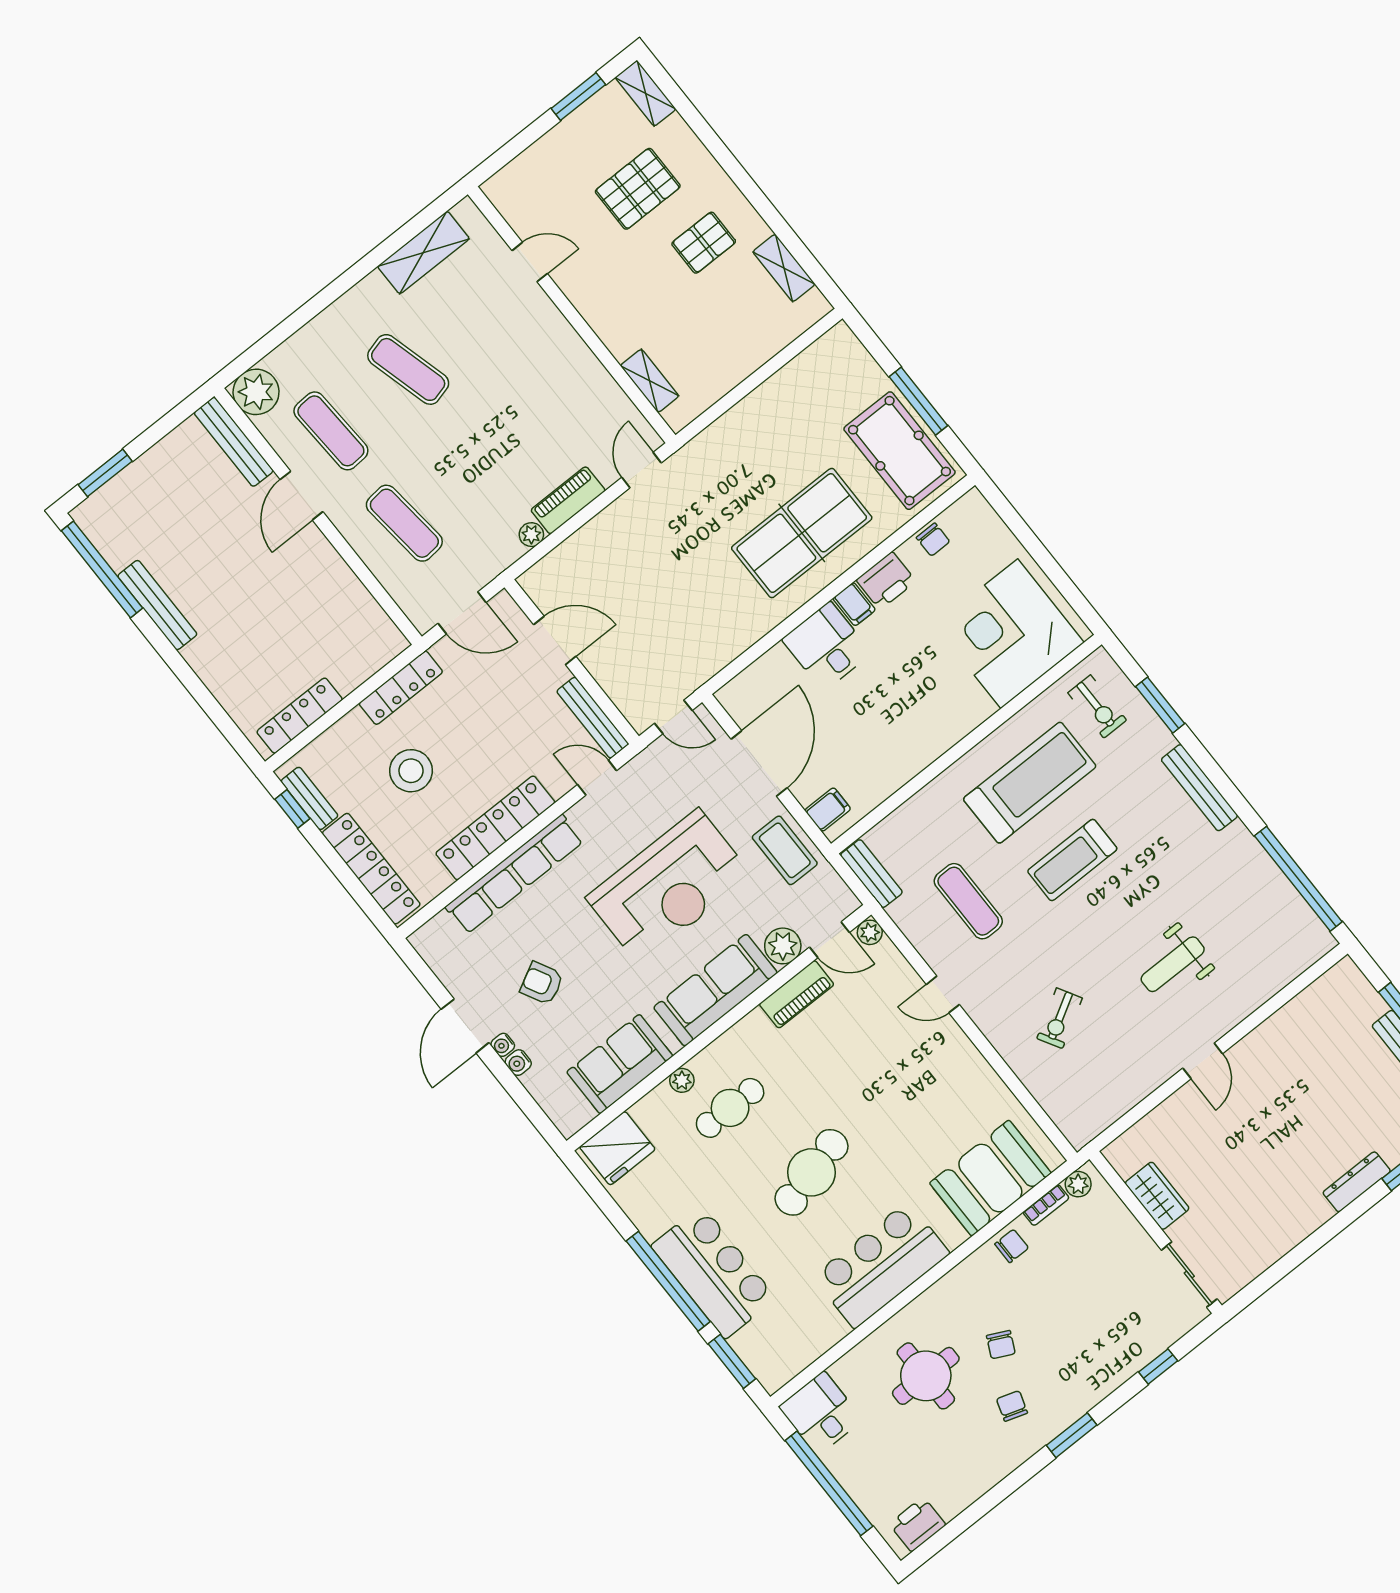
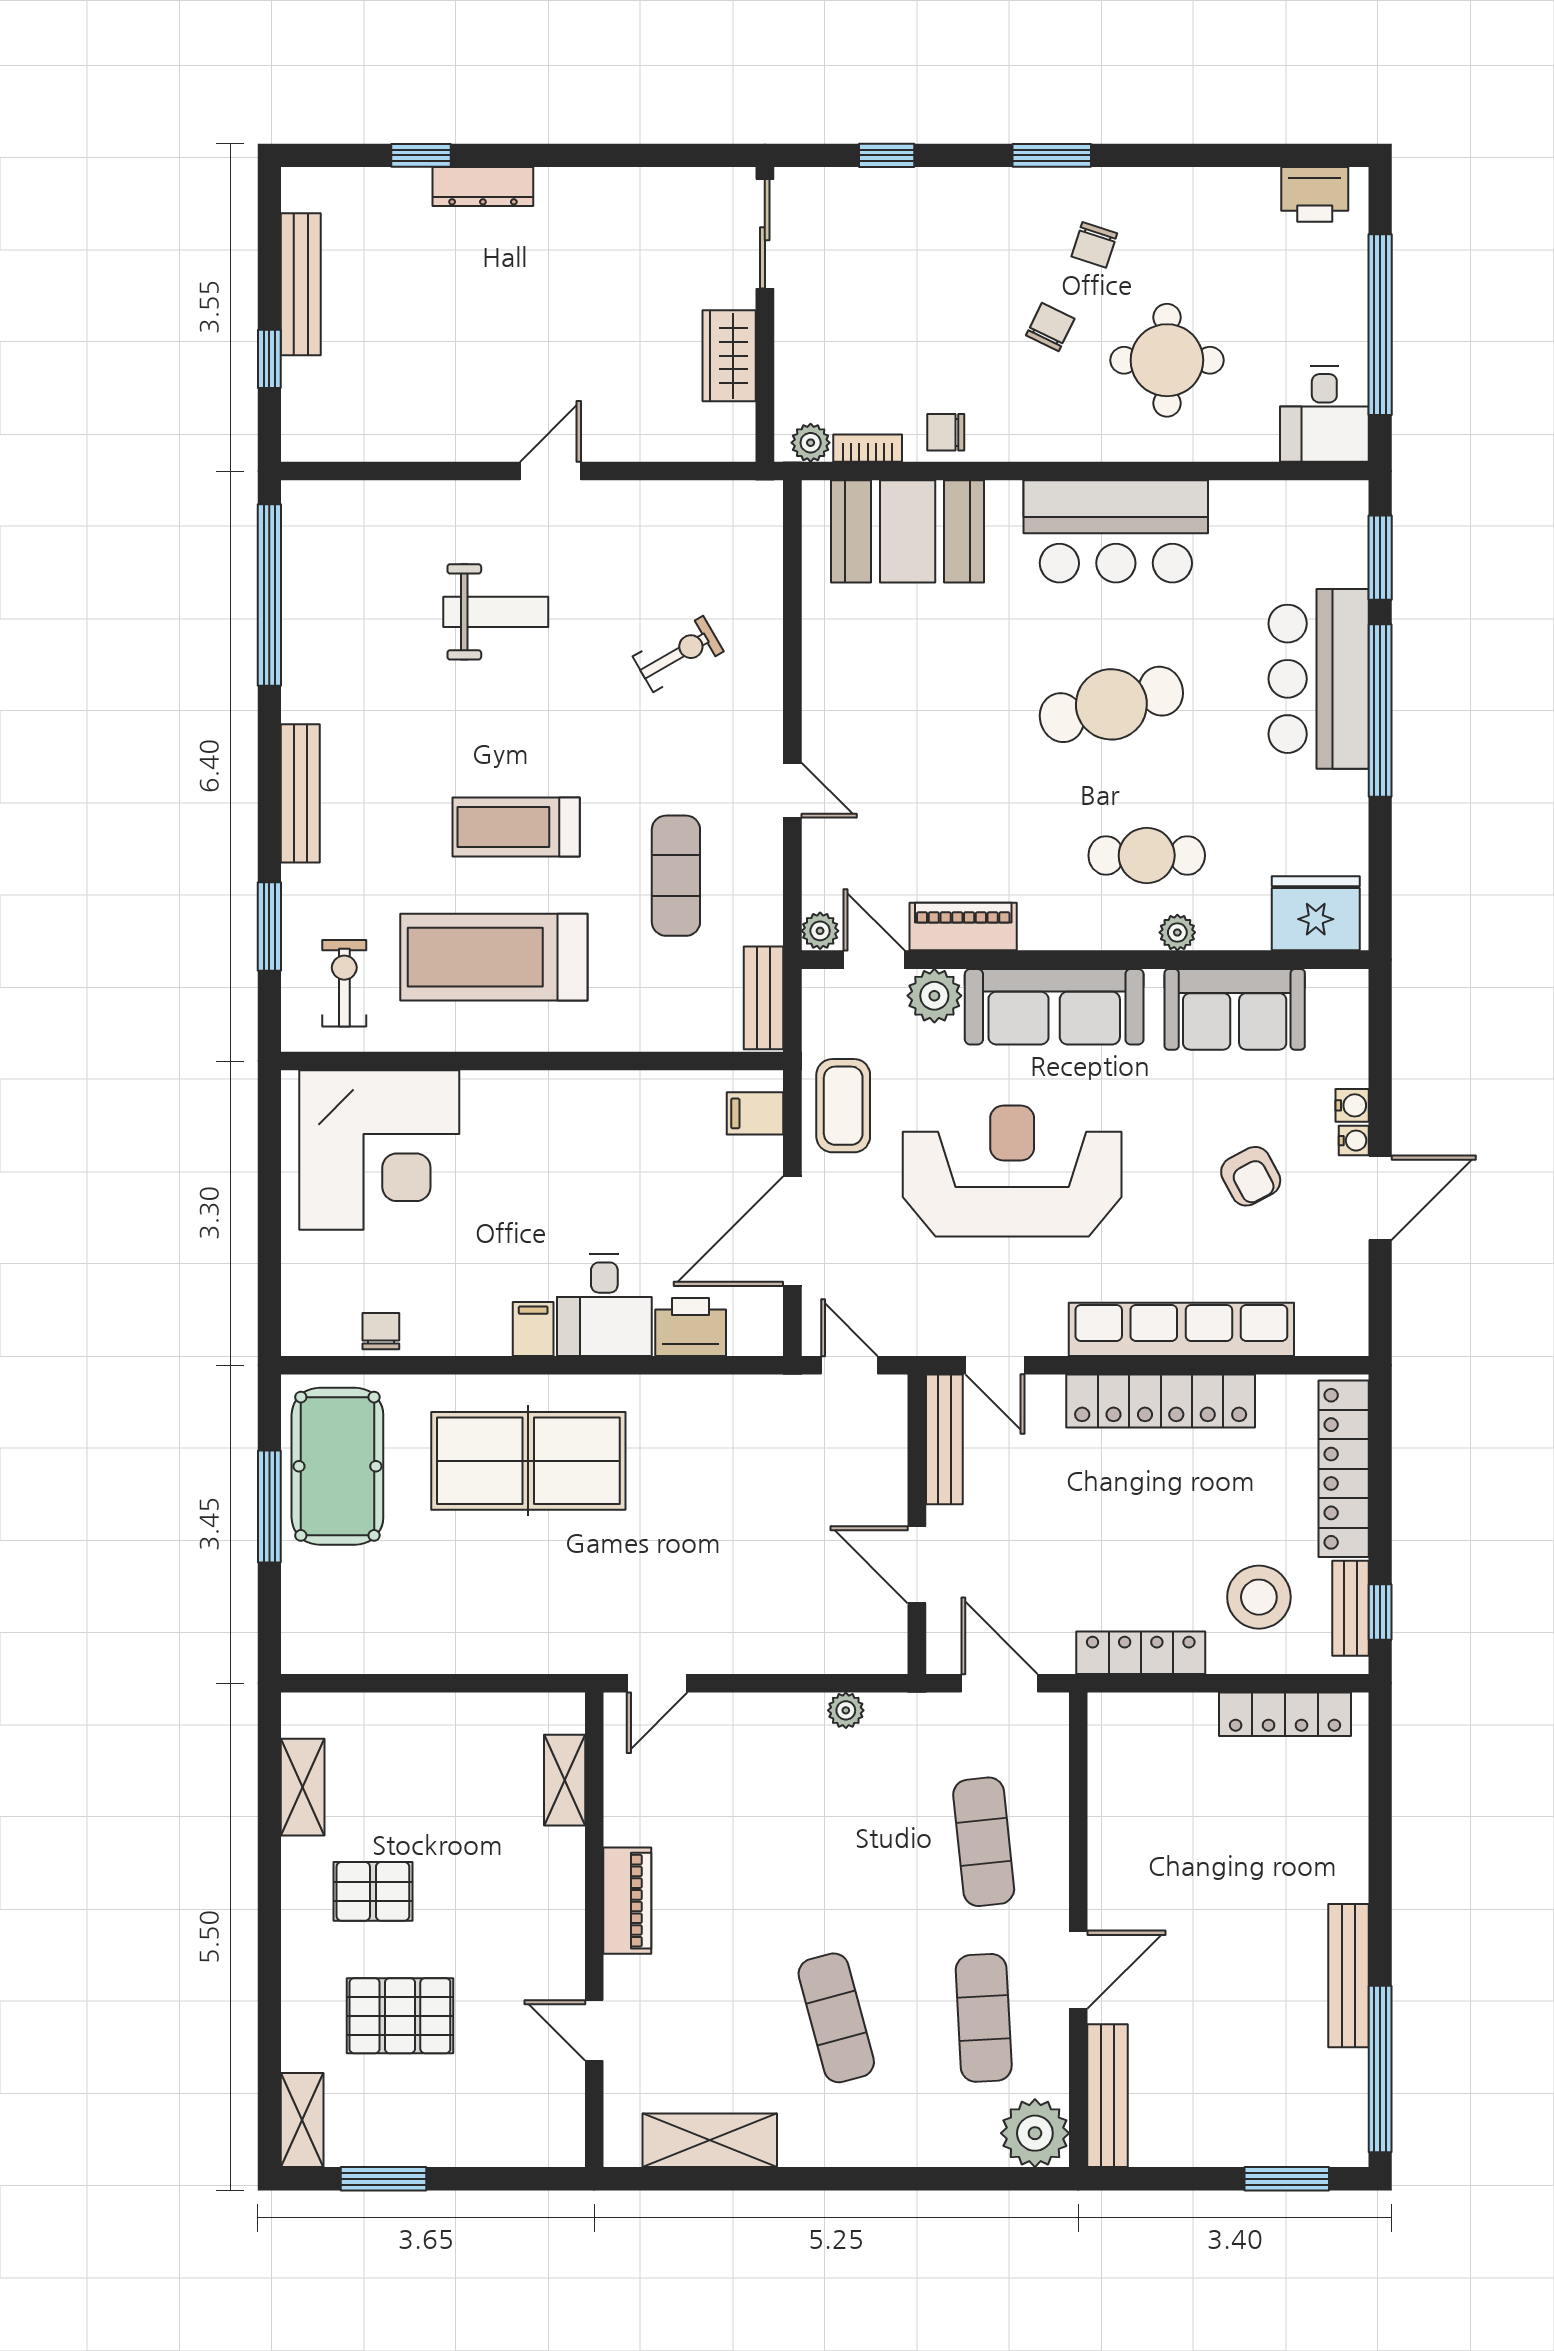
piano: (568, 500) -> (627, 1901), moved, turned -90
printer: (886, 581) -> (691, 1327), moved
stool: (411, 771) -> (1259, 1597), moved
treadmill: (1072, 860) -> (516, 827), turned 180

